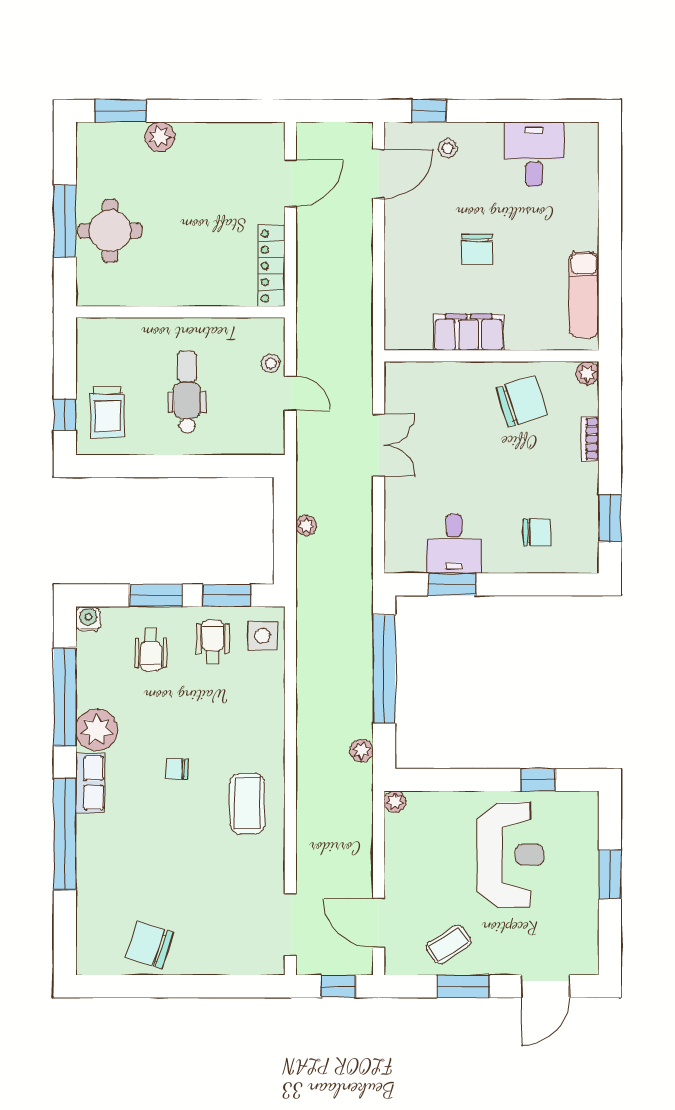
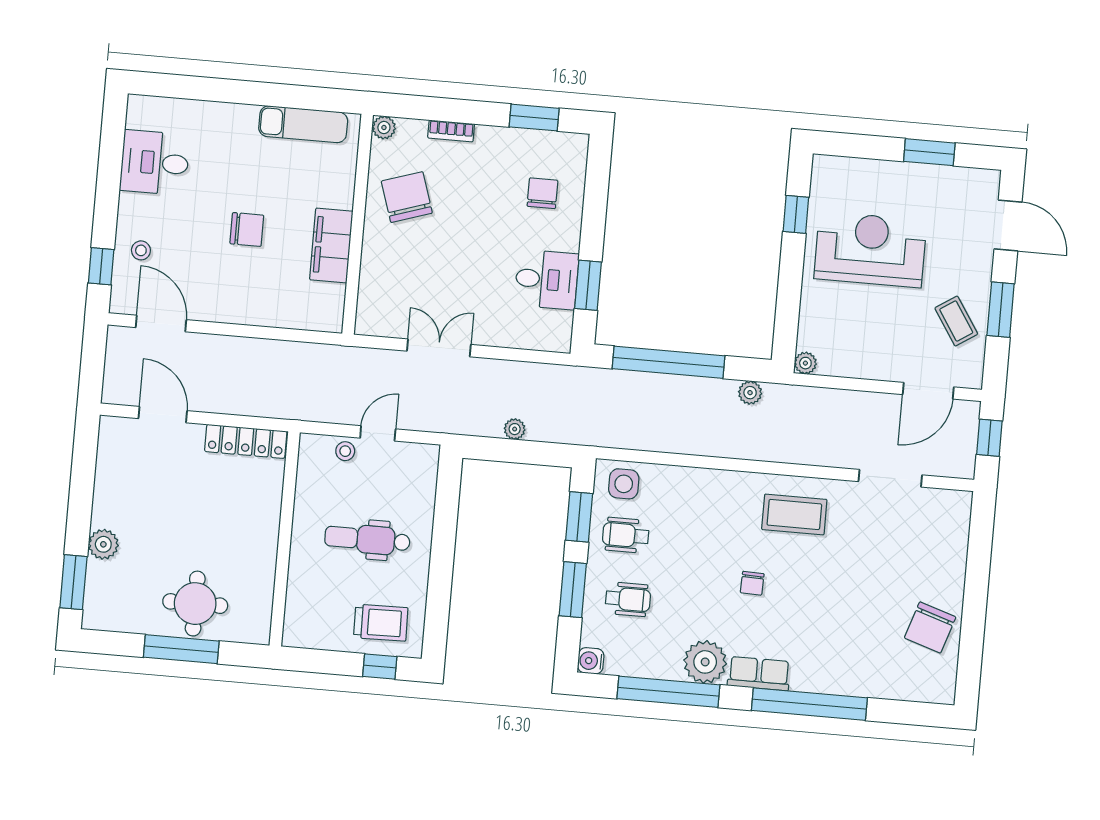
window: (610, 874) -> (929, 152), moved
doorway: (290, 925) -> (890, 478), moved

